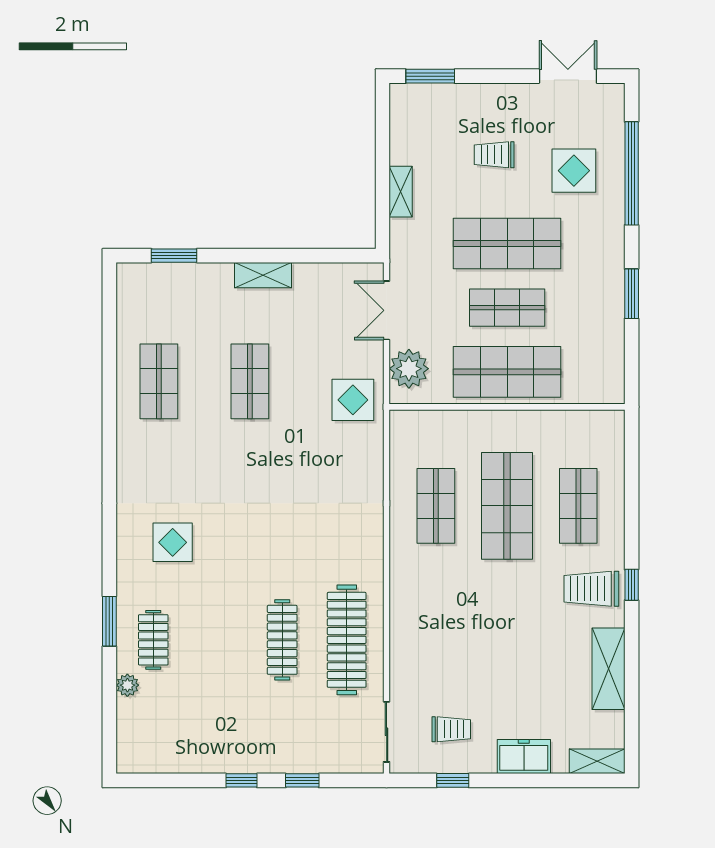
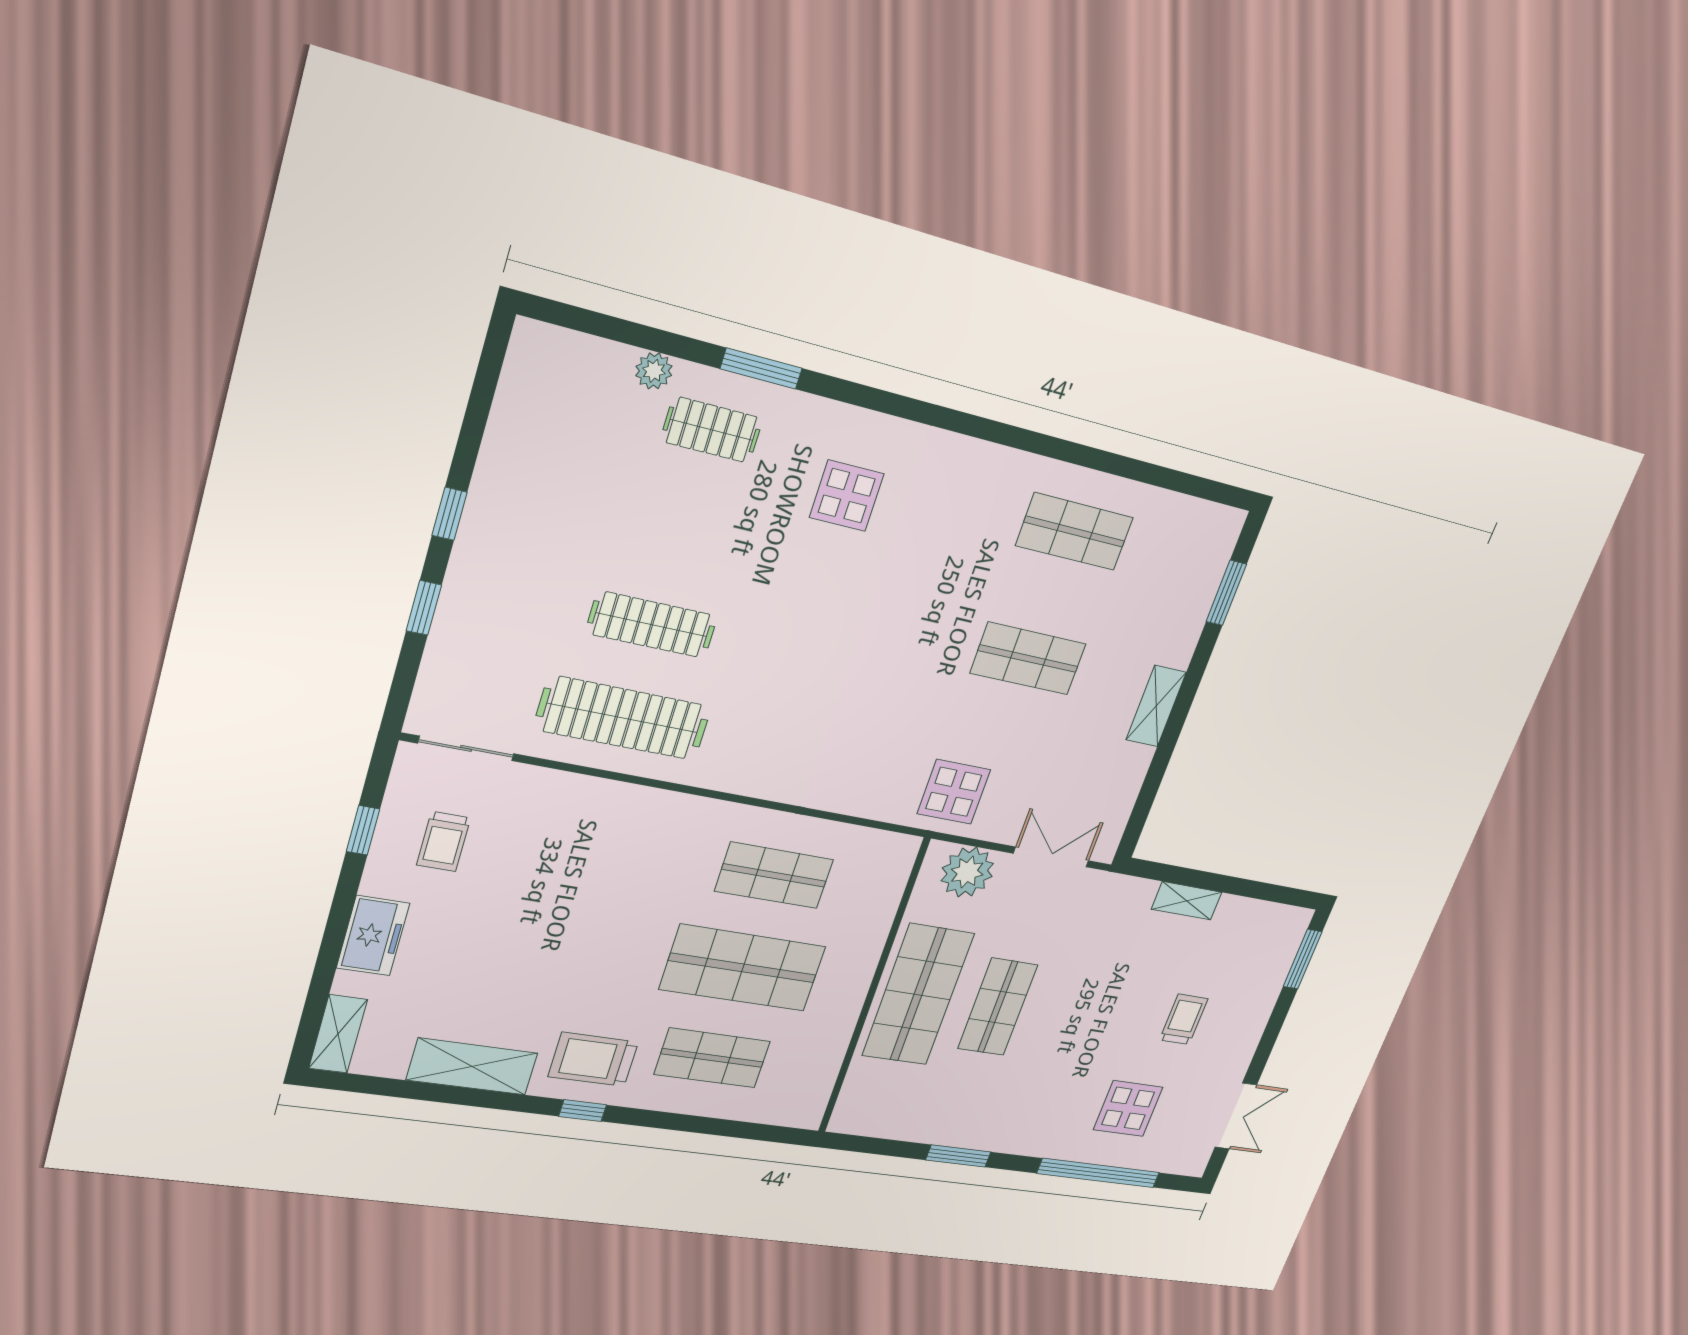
shop shelf: (507, 244) -> (1075, 1019), removed
trolley: (591, 589) -> (593, 1059), turned -90

